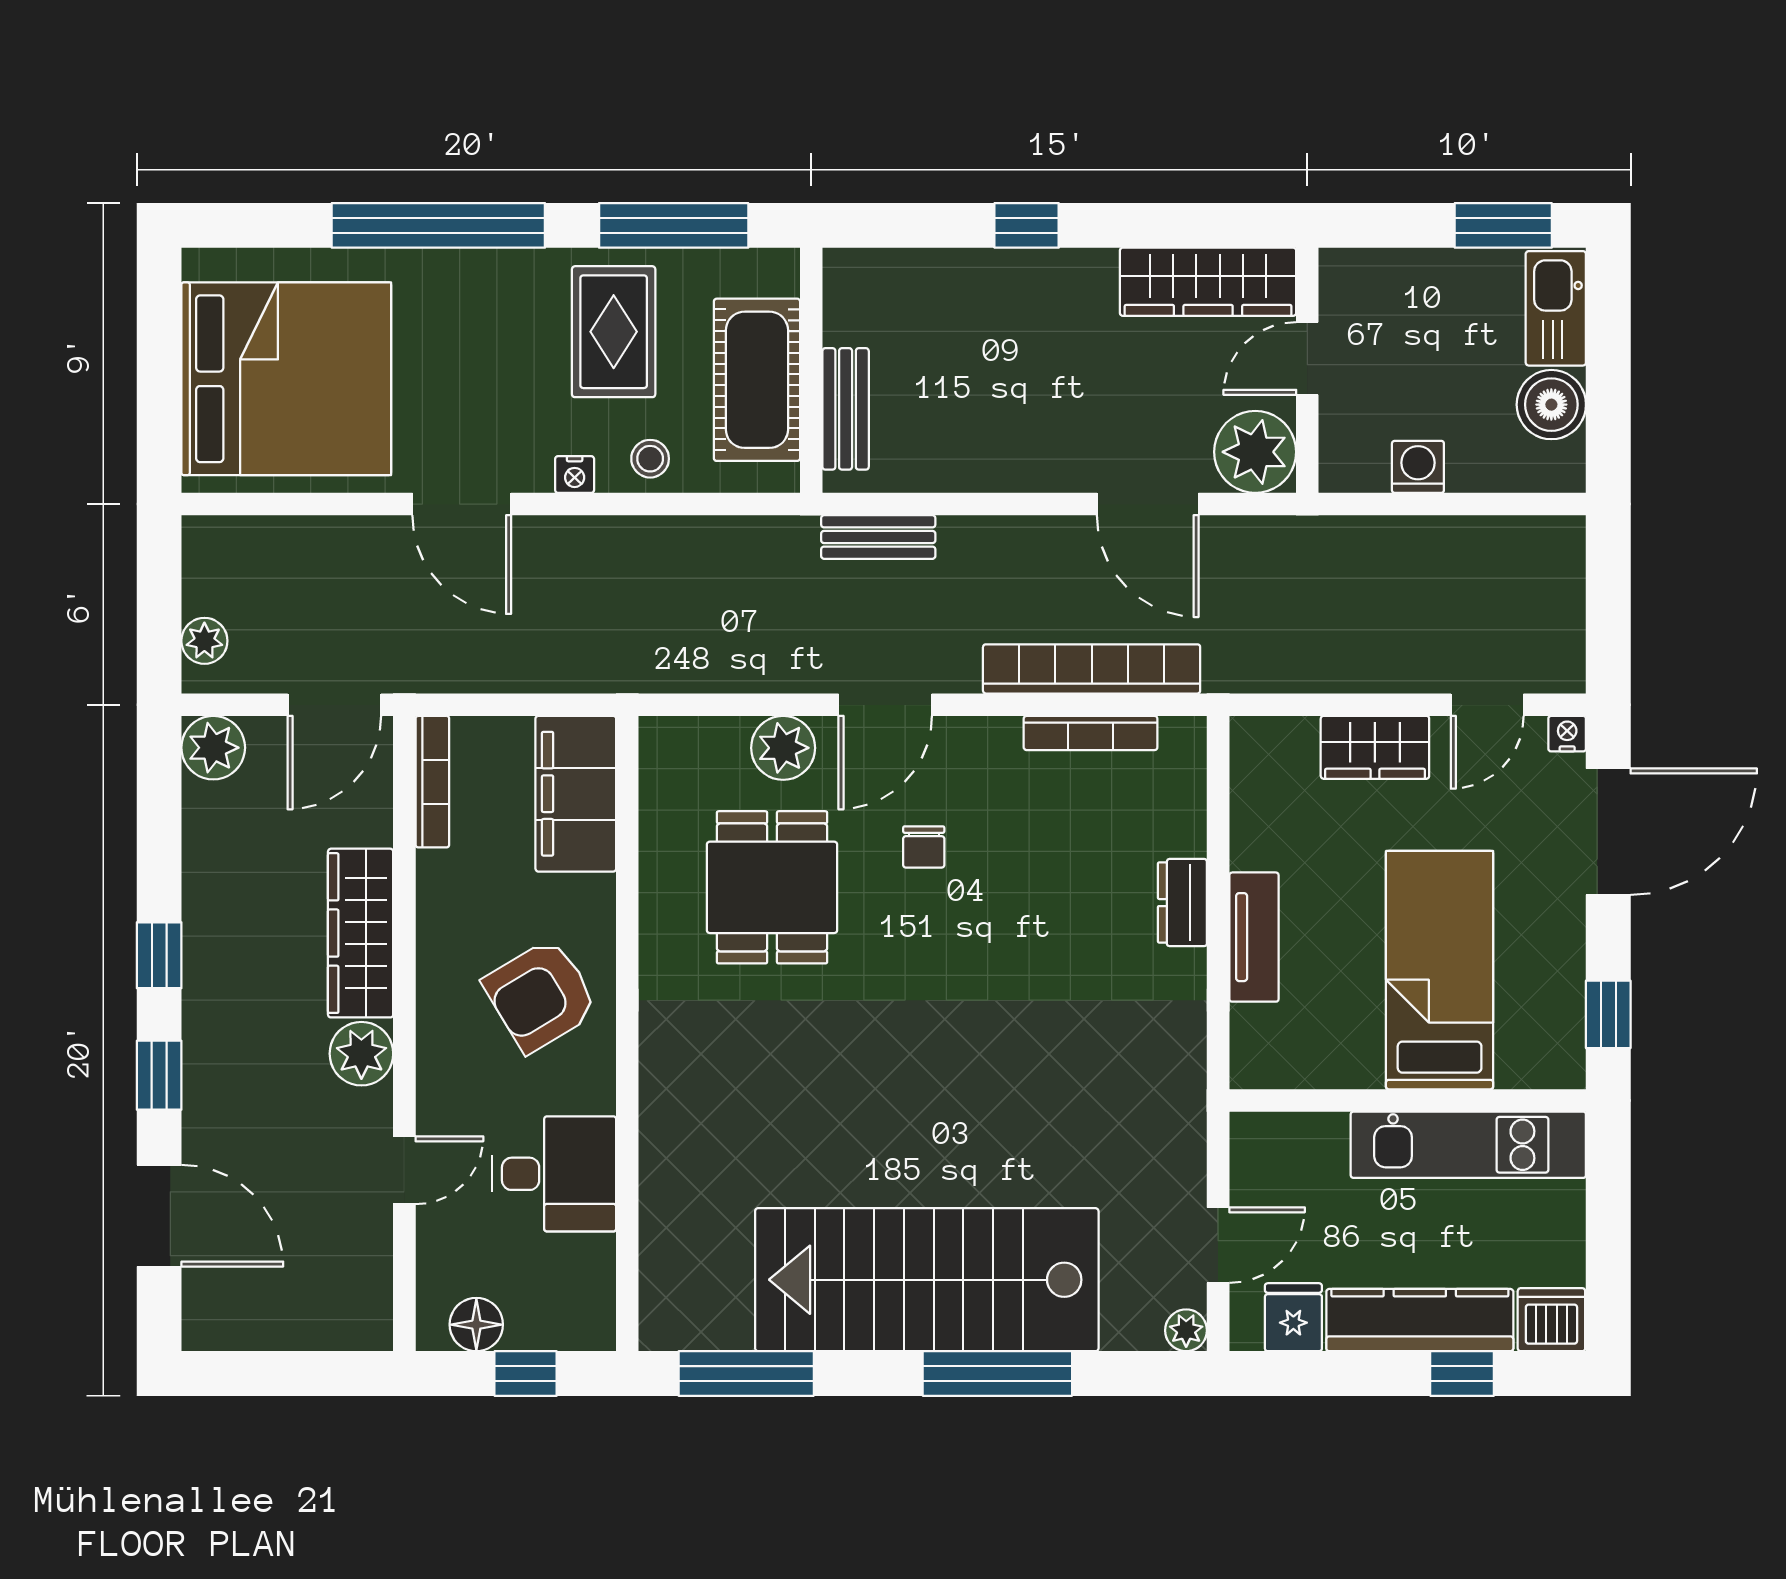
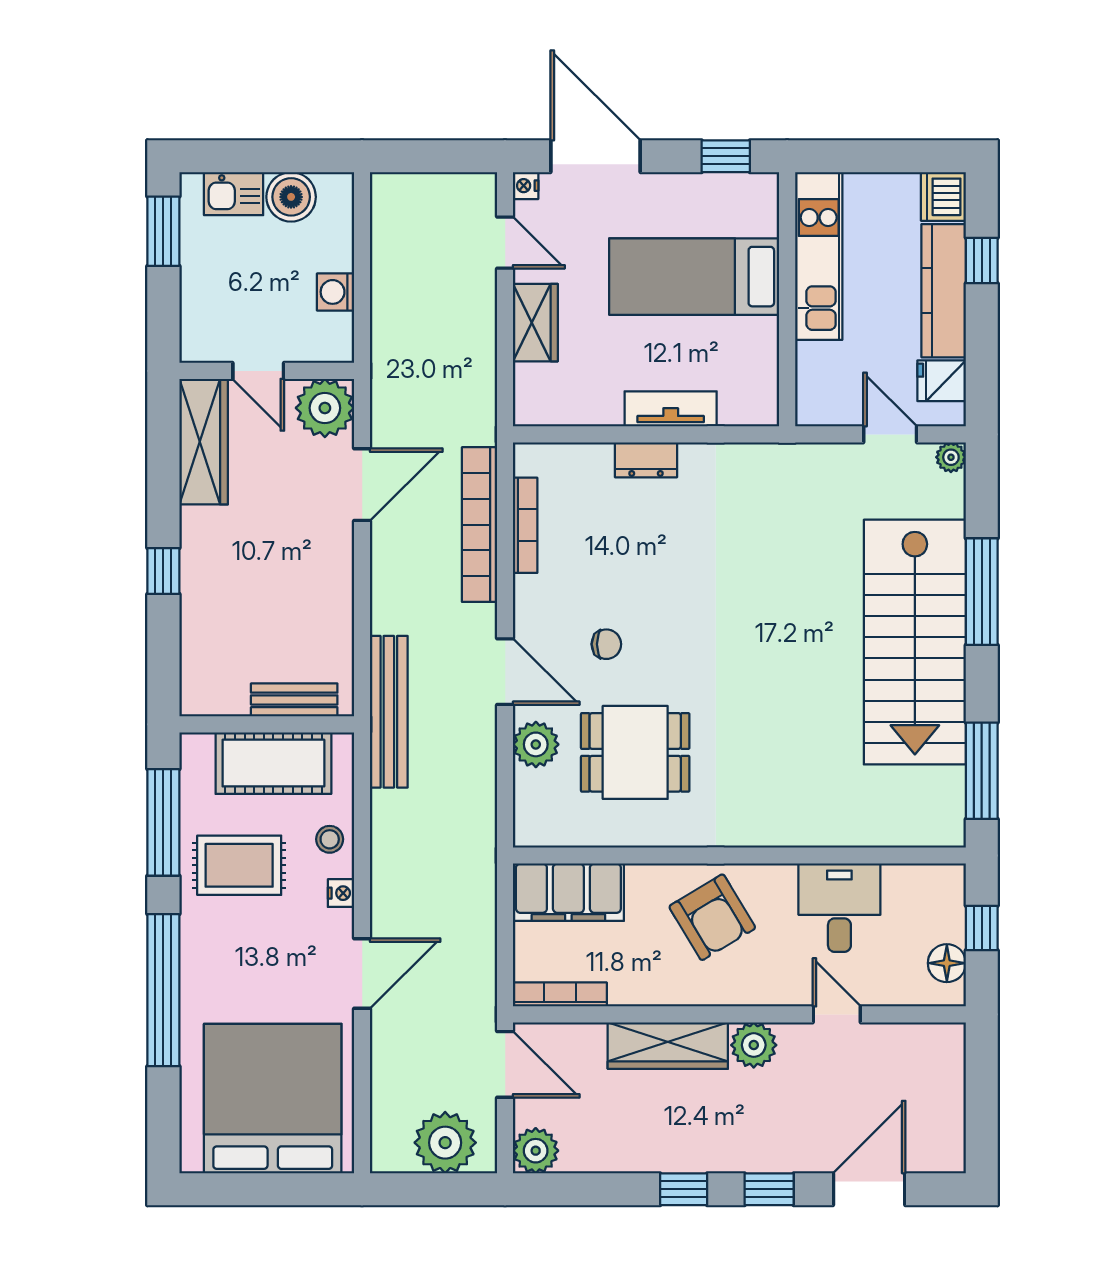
kitchen sink: (1556, 308) -> (234, 194), width x0.73
bench: (878, 537) -> (389, 712), width x1.86, depth x1.21
plant: (204, 641) -> (445, 1143), width x1.87, depth x1.87

